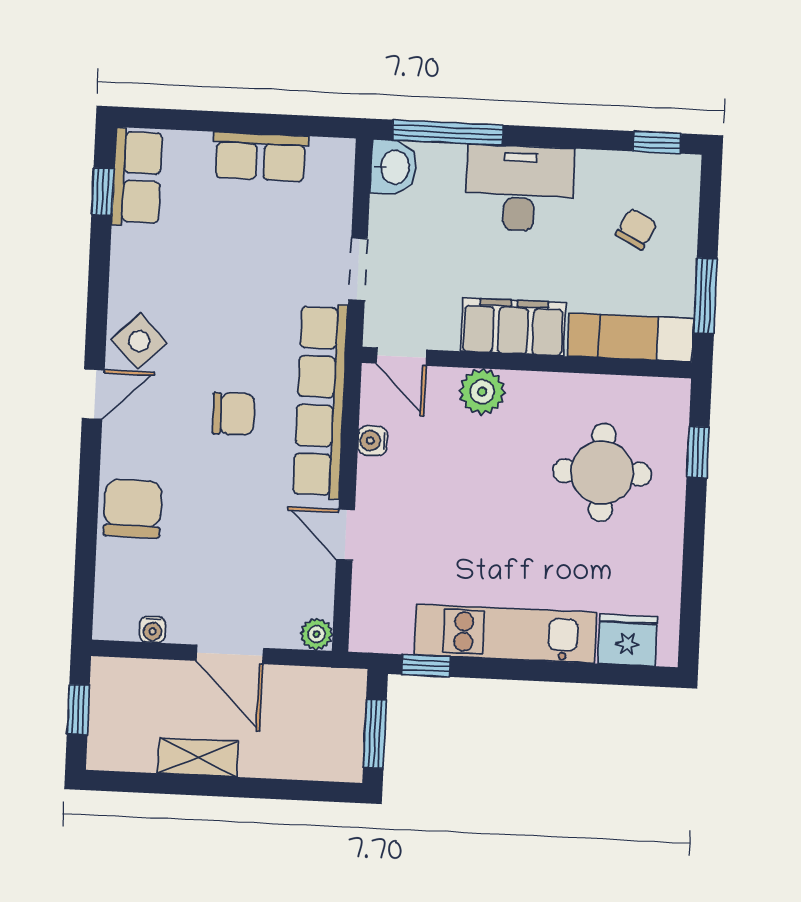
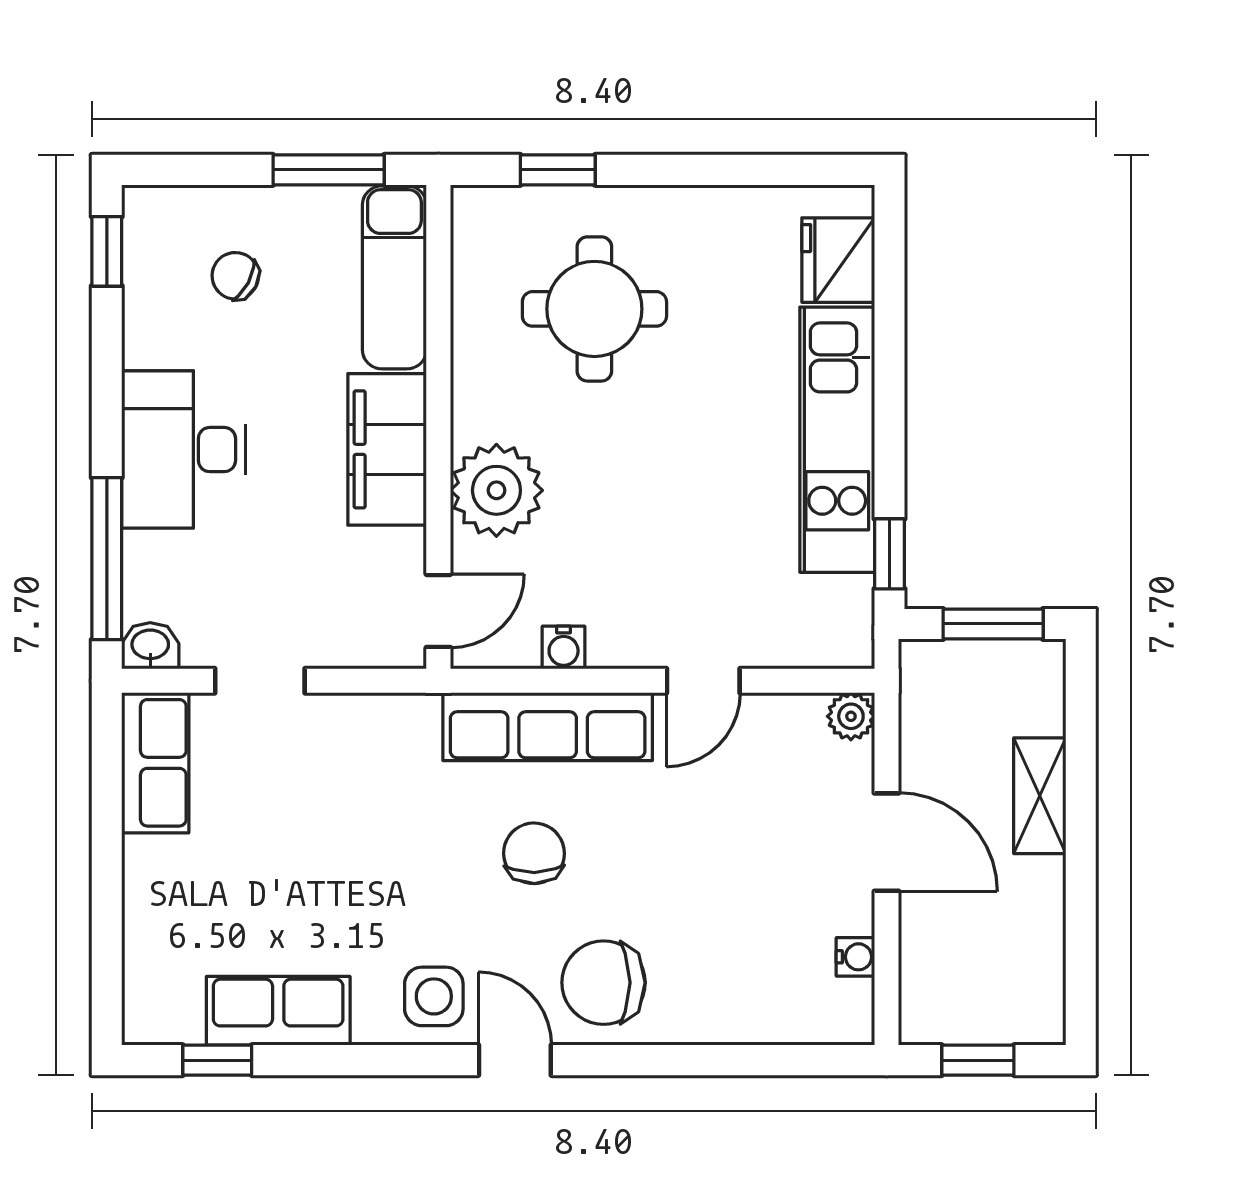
row of seats: (260, 157) -> (155, 763), moved
washbasin: (394, 167) -> (150, 646), width x0.72, depth x0.69
row of seats: (137, 177) -> (278, 1011), moved
doorway: (358, 269) -> (260, 681), moved
side table: (139, 341) -> (434, 996), turned 45
plant: (482, 392) -> (496, 490), width x1.36, depth x1.36
row of seats: (320, 401) -> (548, 727), width x0.73
chair: (133, 509) -> (604, 983), moved
door: (230, 654) -> (887, 842), hinge flipped
shelving: (198, 757) -> (1040, 796), moved

